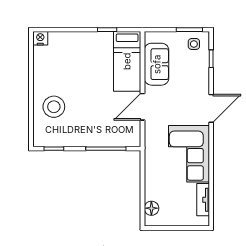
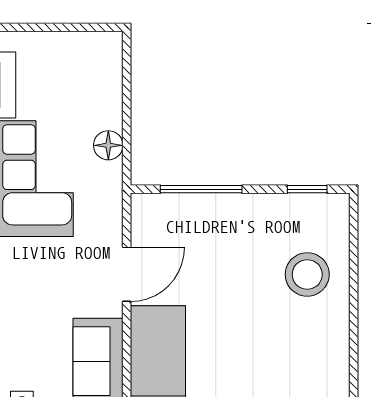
floor lamp: (151, 208) -> (108, 145), moved

